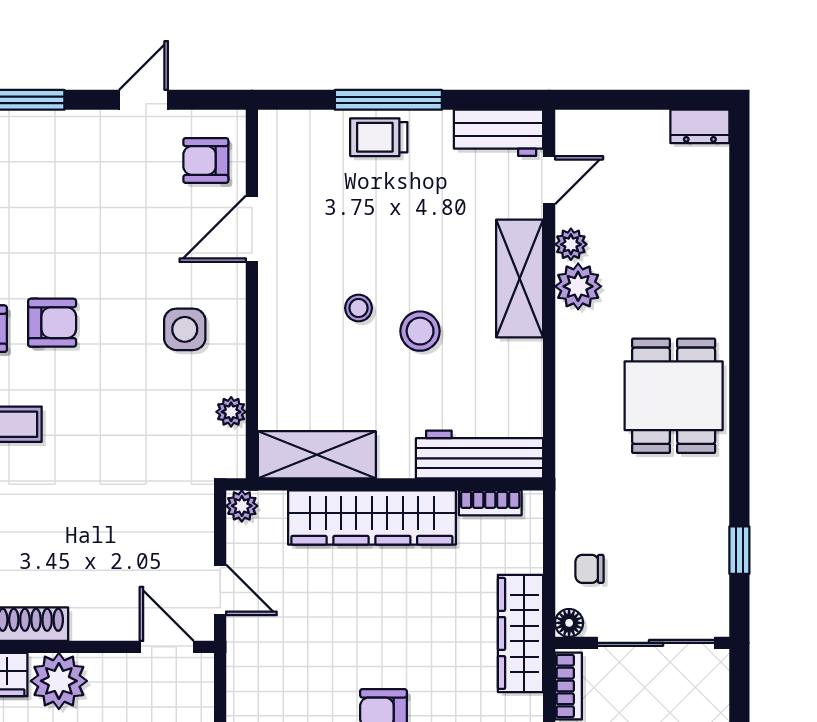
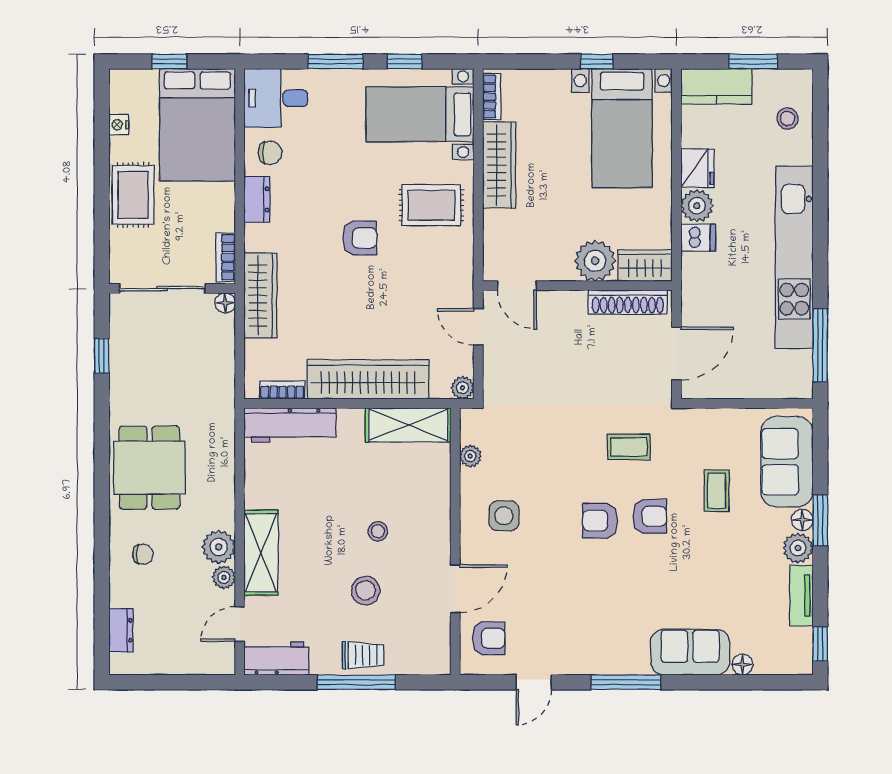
dresser: (700, 126) -> (121, 630), moved, turned 90
stool: (420, 331) -> (366, 590), moved
chair: (590, 569) -> (143, 554), moved

